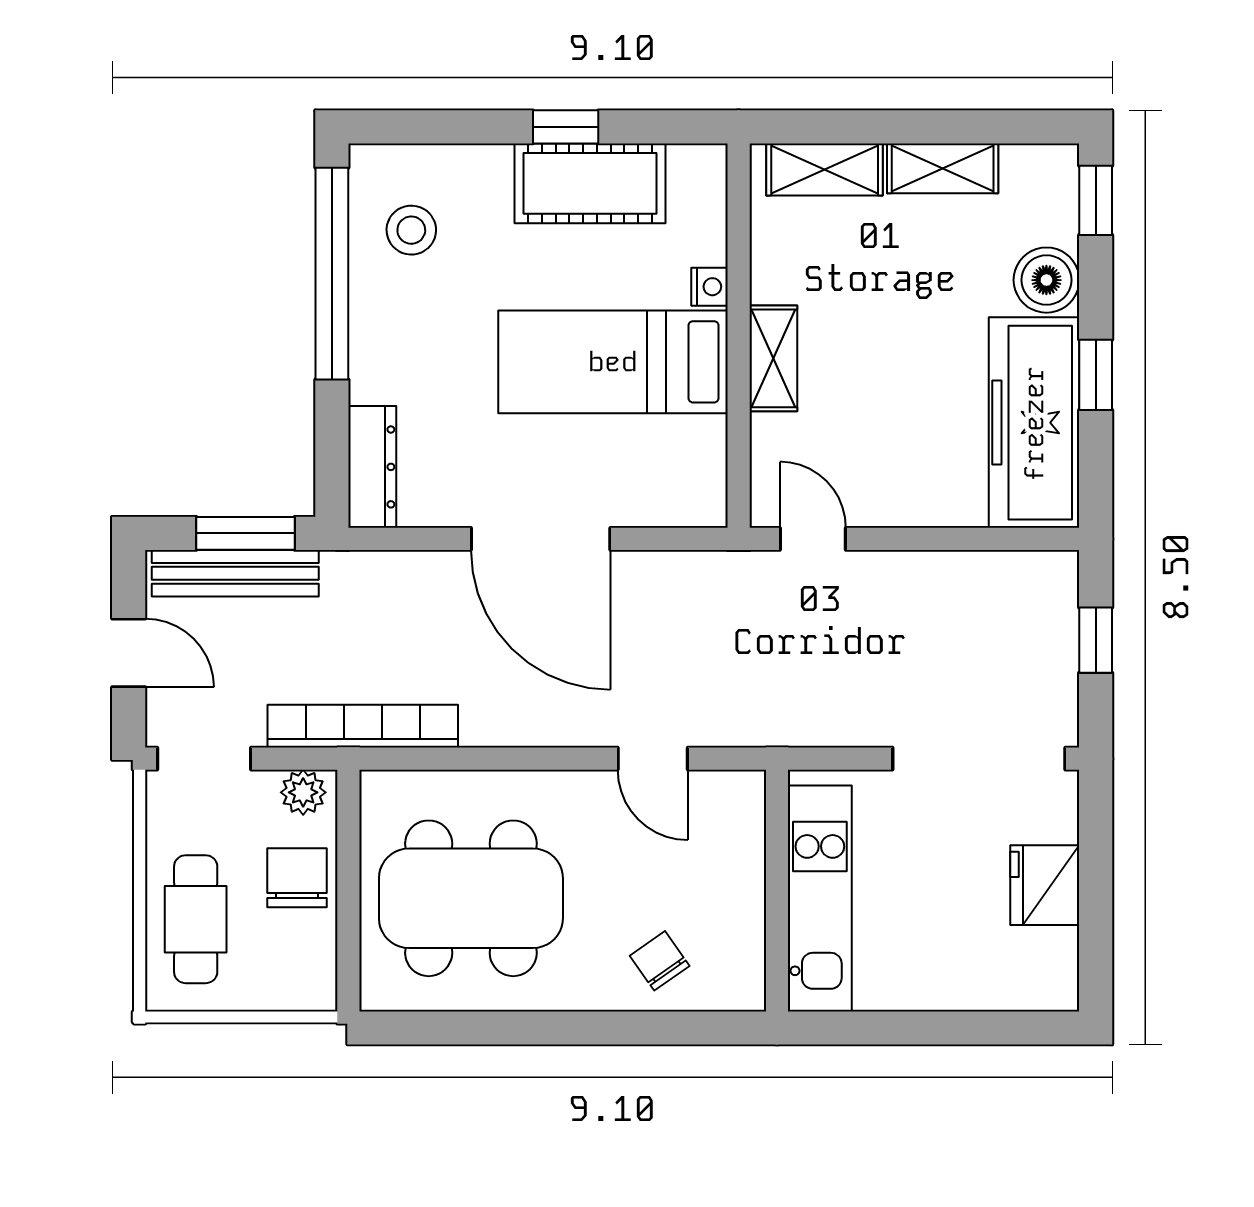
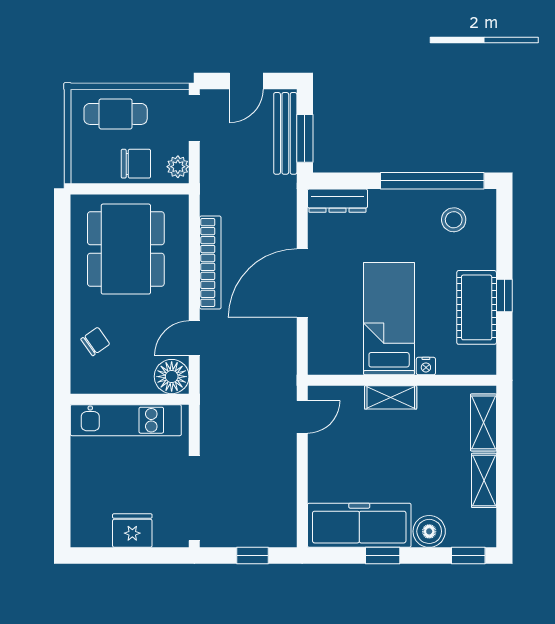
bookcase: (363, 726) -> (210, 262), moved
floor lamp: (731, 805) -> (172, 377), added

